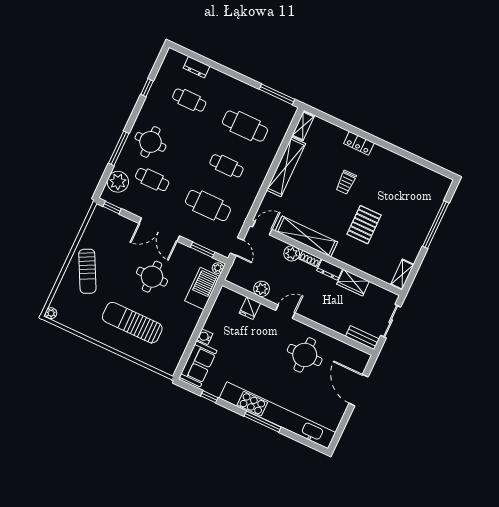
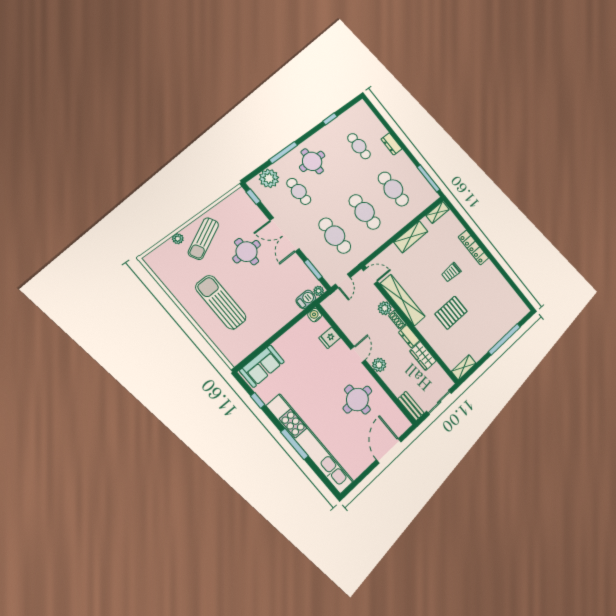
dresser: (196, 67) -> (392, 144), moved
locker: (359, 143) -> (473, 247), width x1.53
cafe table: (226, 166) -> (365, 212), width x1.37, depth x1.35
shelving: (286, 167) -> (411, 237), width x0.68
round table: (152, 277) -> (247, 252), moved
barbecue: (202, 289) -> (306, 299), width x0.53, depth x0.65
plant: (262, 289) -> (379, 365), moved
door: (285, 312) -> (358, 355), hinge flipped
plant: (51, 313) -> (178, 239), moved
water cooler: (205, 337) -> (315, 315), moved

